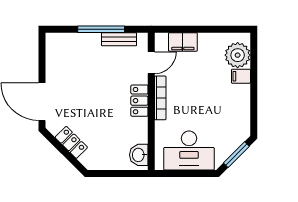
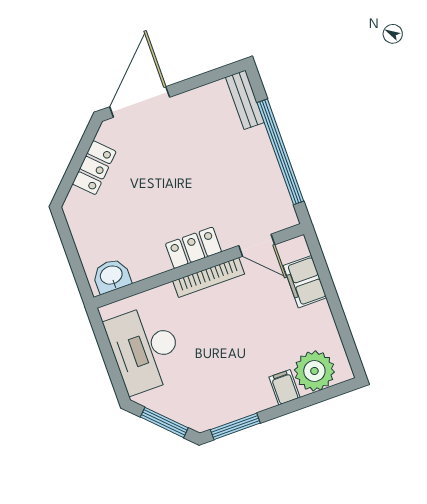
window: (101, 29) -> (280, 152), width x1.46
bench: (119, 39) -> (245, 100), moved
window: (254, 114) -> (235, 426), added

